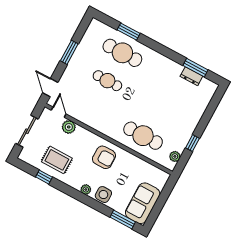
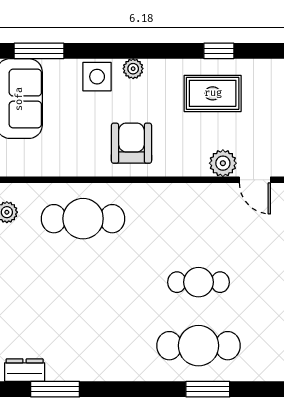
dresser: (191, 76) -> (25, 370), moved
armchair: (104, 157) -> (131, 143), turned 90

